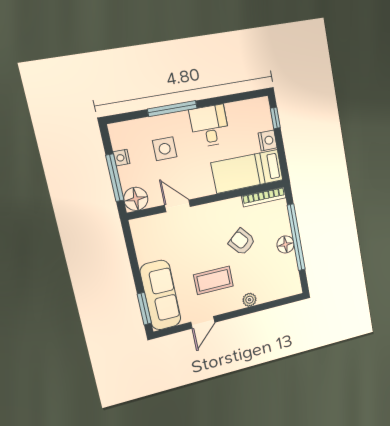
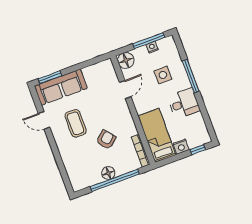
window: (115, 178) -> (149, 41), moved
plant: (250, 300) -> (64, 152), removed

